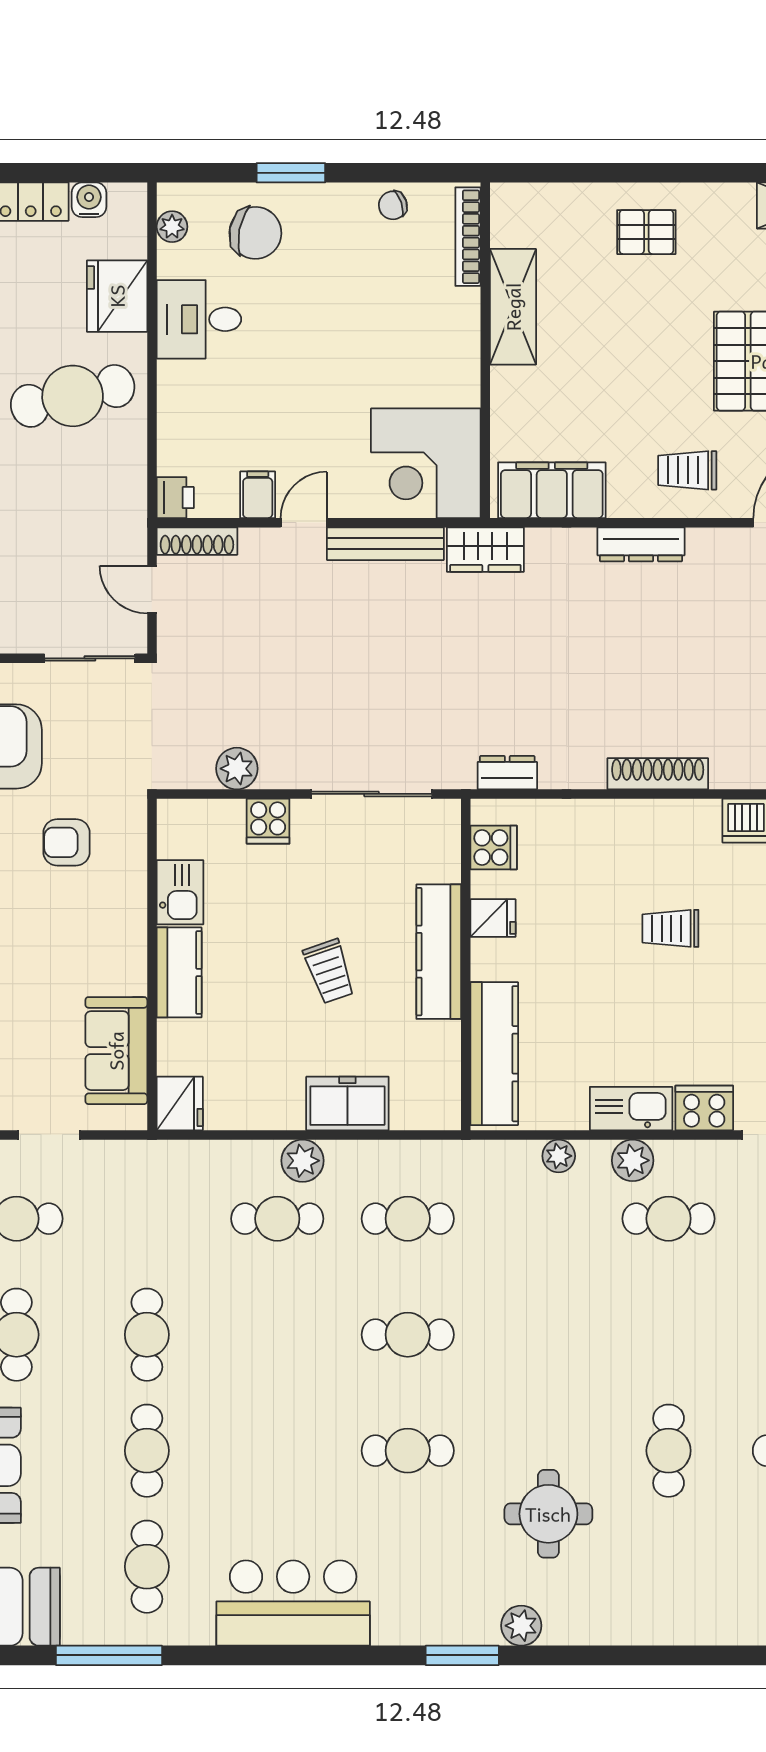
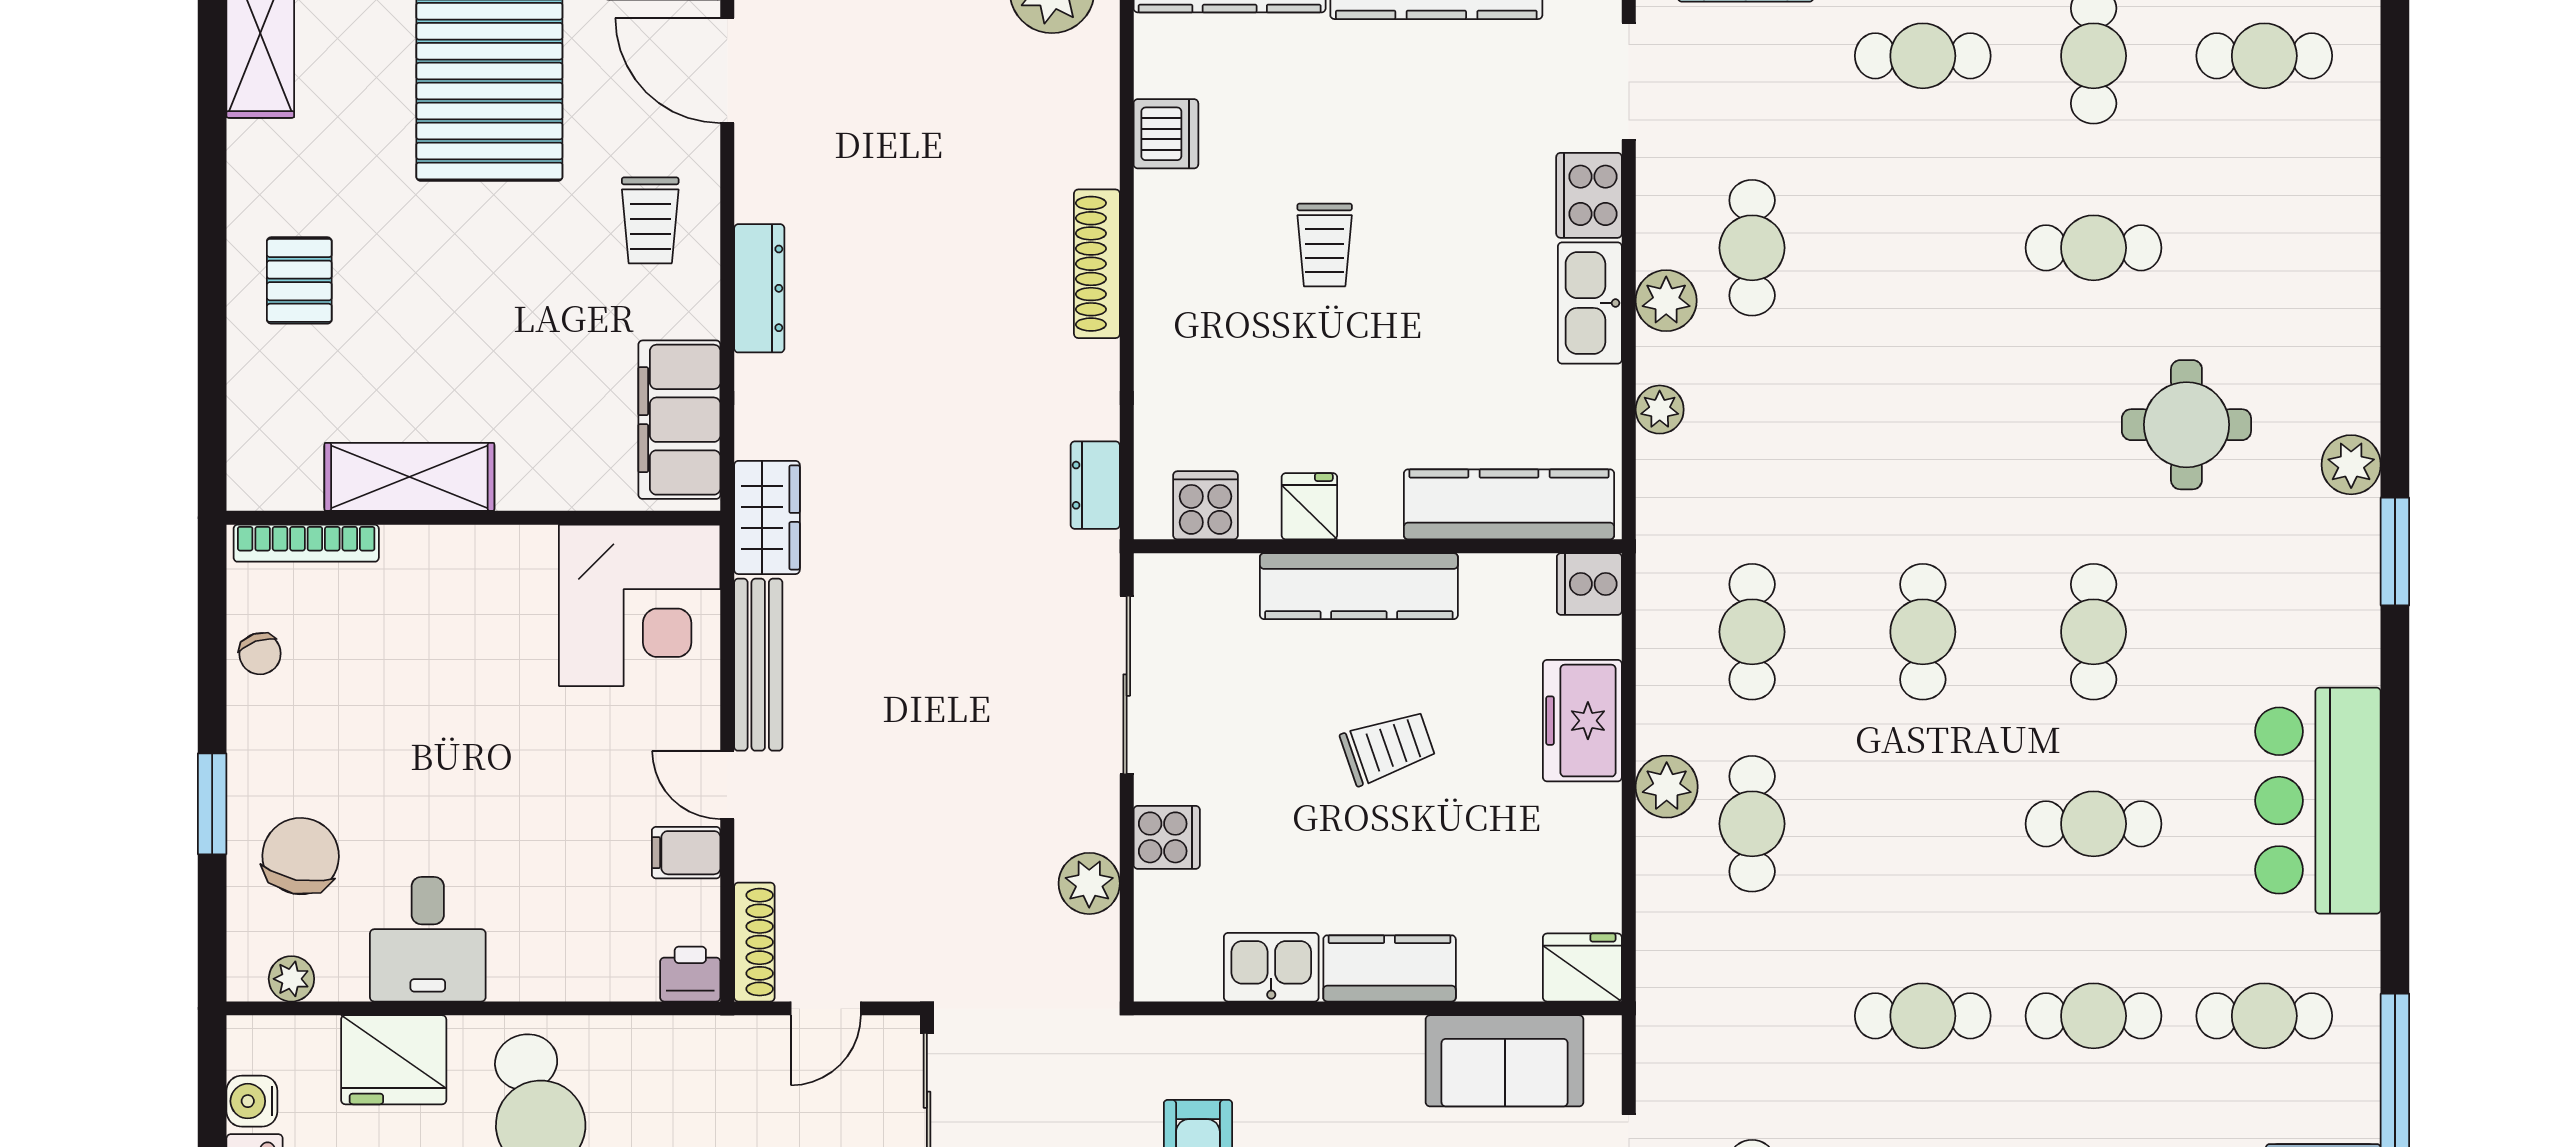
cooker: (440, 1108) -> (1589, 584), added
cafe table: (277, 1451) -> (2094, 824), added

